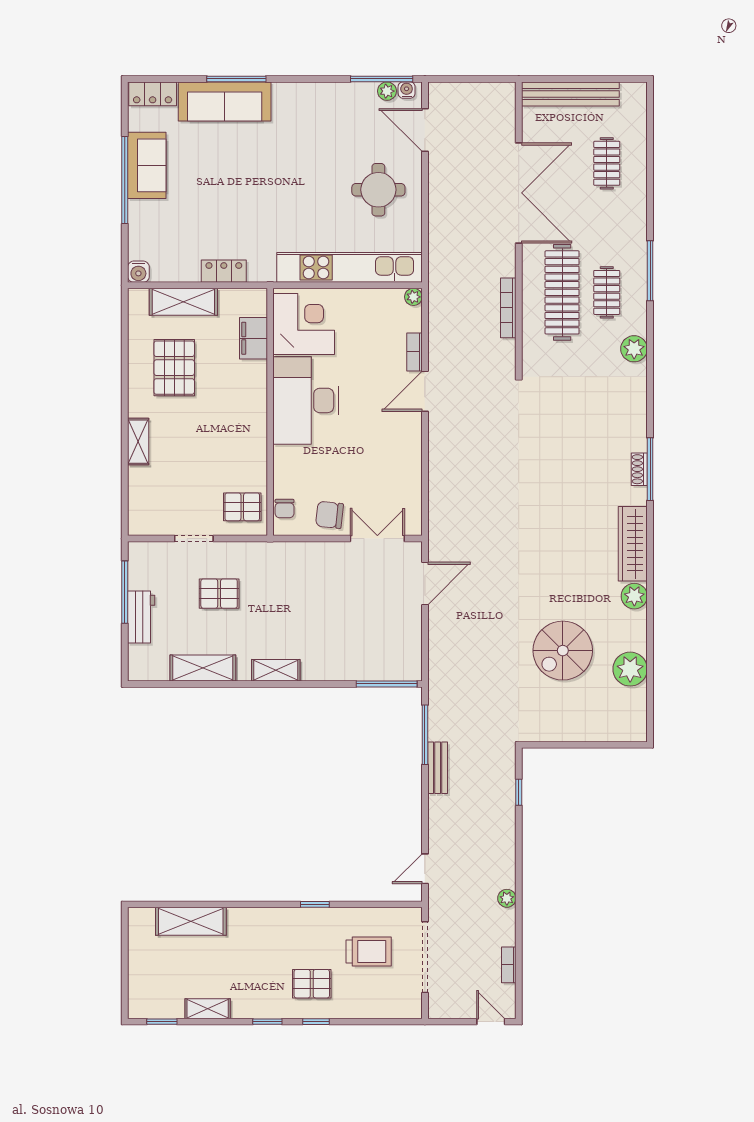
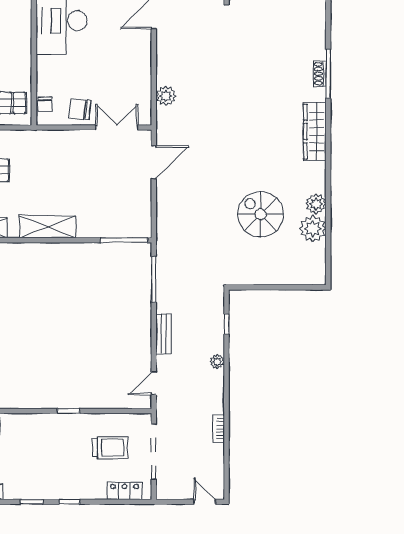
plant: (440, 498) -> (166, 96), added
plant: (634, 596) -> (316, 204), moved
spiral stairs: (563, 651) -> (261, 214), turned 90
shelving: (276, 670) -> (48, 227), width x1.50, depth x1.33
bench: (438, 768) -> (164, 334), moved
plant: (507, 898) -> (217, 362), moved
bookcase: (509, 965) -> (219, 429), moved
pallet: (312, 984) -> (66, 472), removed
locker: (387, 1007) -> (125, 491), added

